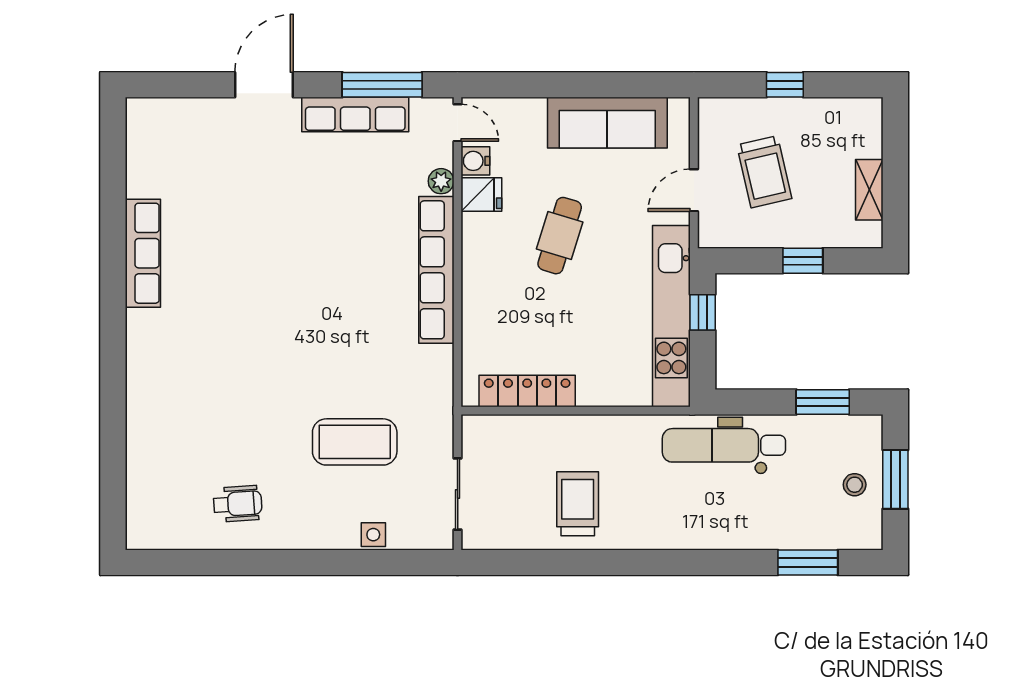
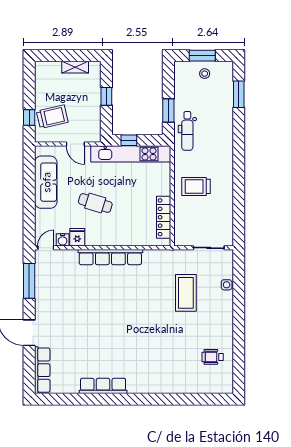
window: (785, 85) -> (29, 117), moved
row of seats: (355, 115) -> (42, 370), moved
trolley: (764, 172) -> (52, 117), moved
plant: (441, 181) -> (71, 255), removed
window: (823, 402) -> (168, 110), moved
dental chair: (724, 445) -> (187, 131), width x0.73, depth x0.72
wheelchair: (238, 504) -> (213, 357), moved, turned -86
trolley: (578, 504) -> (196, 186), moved

